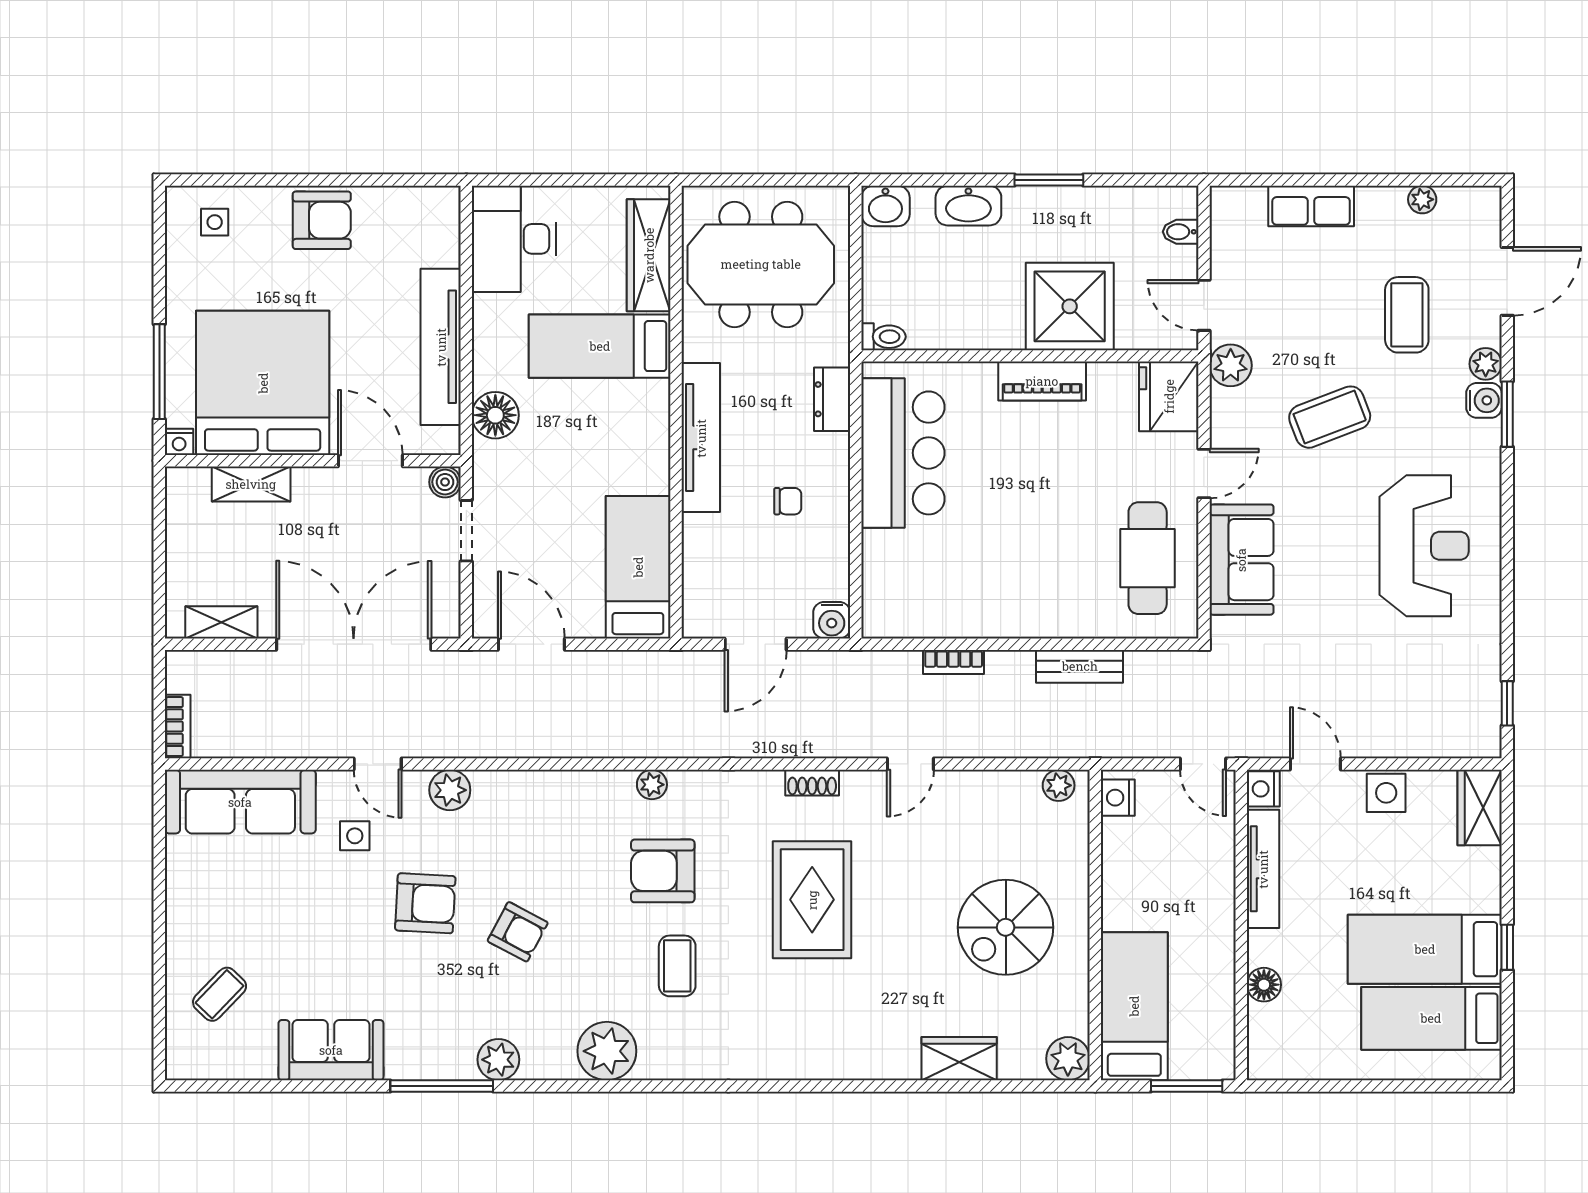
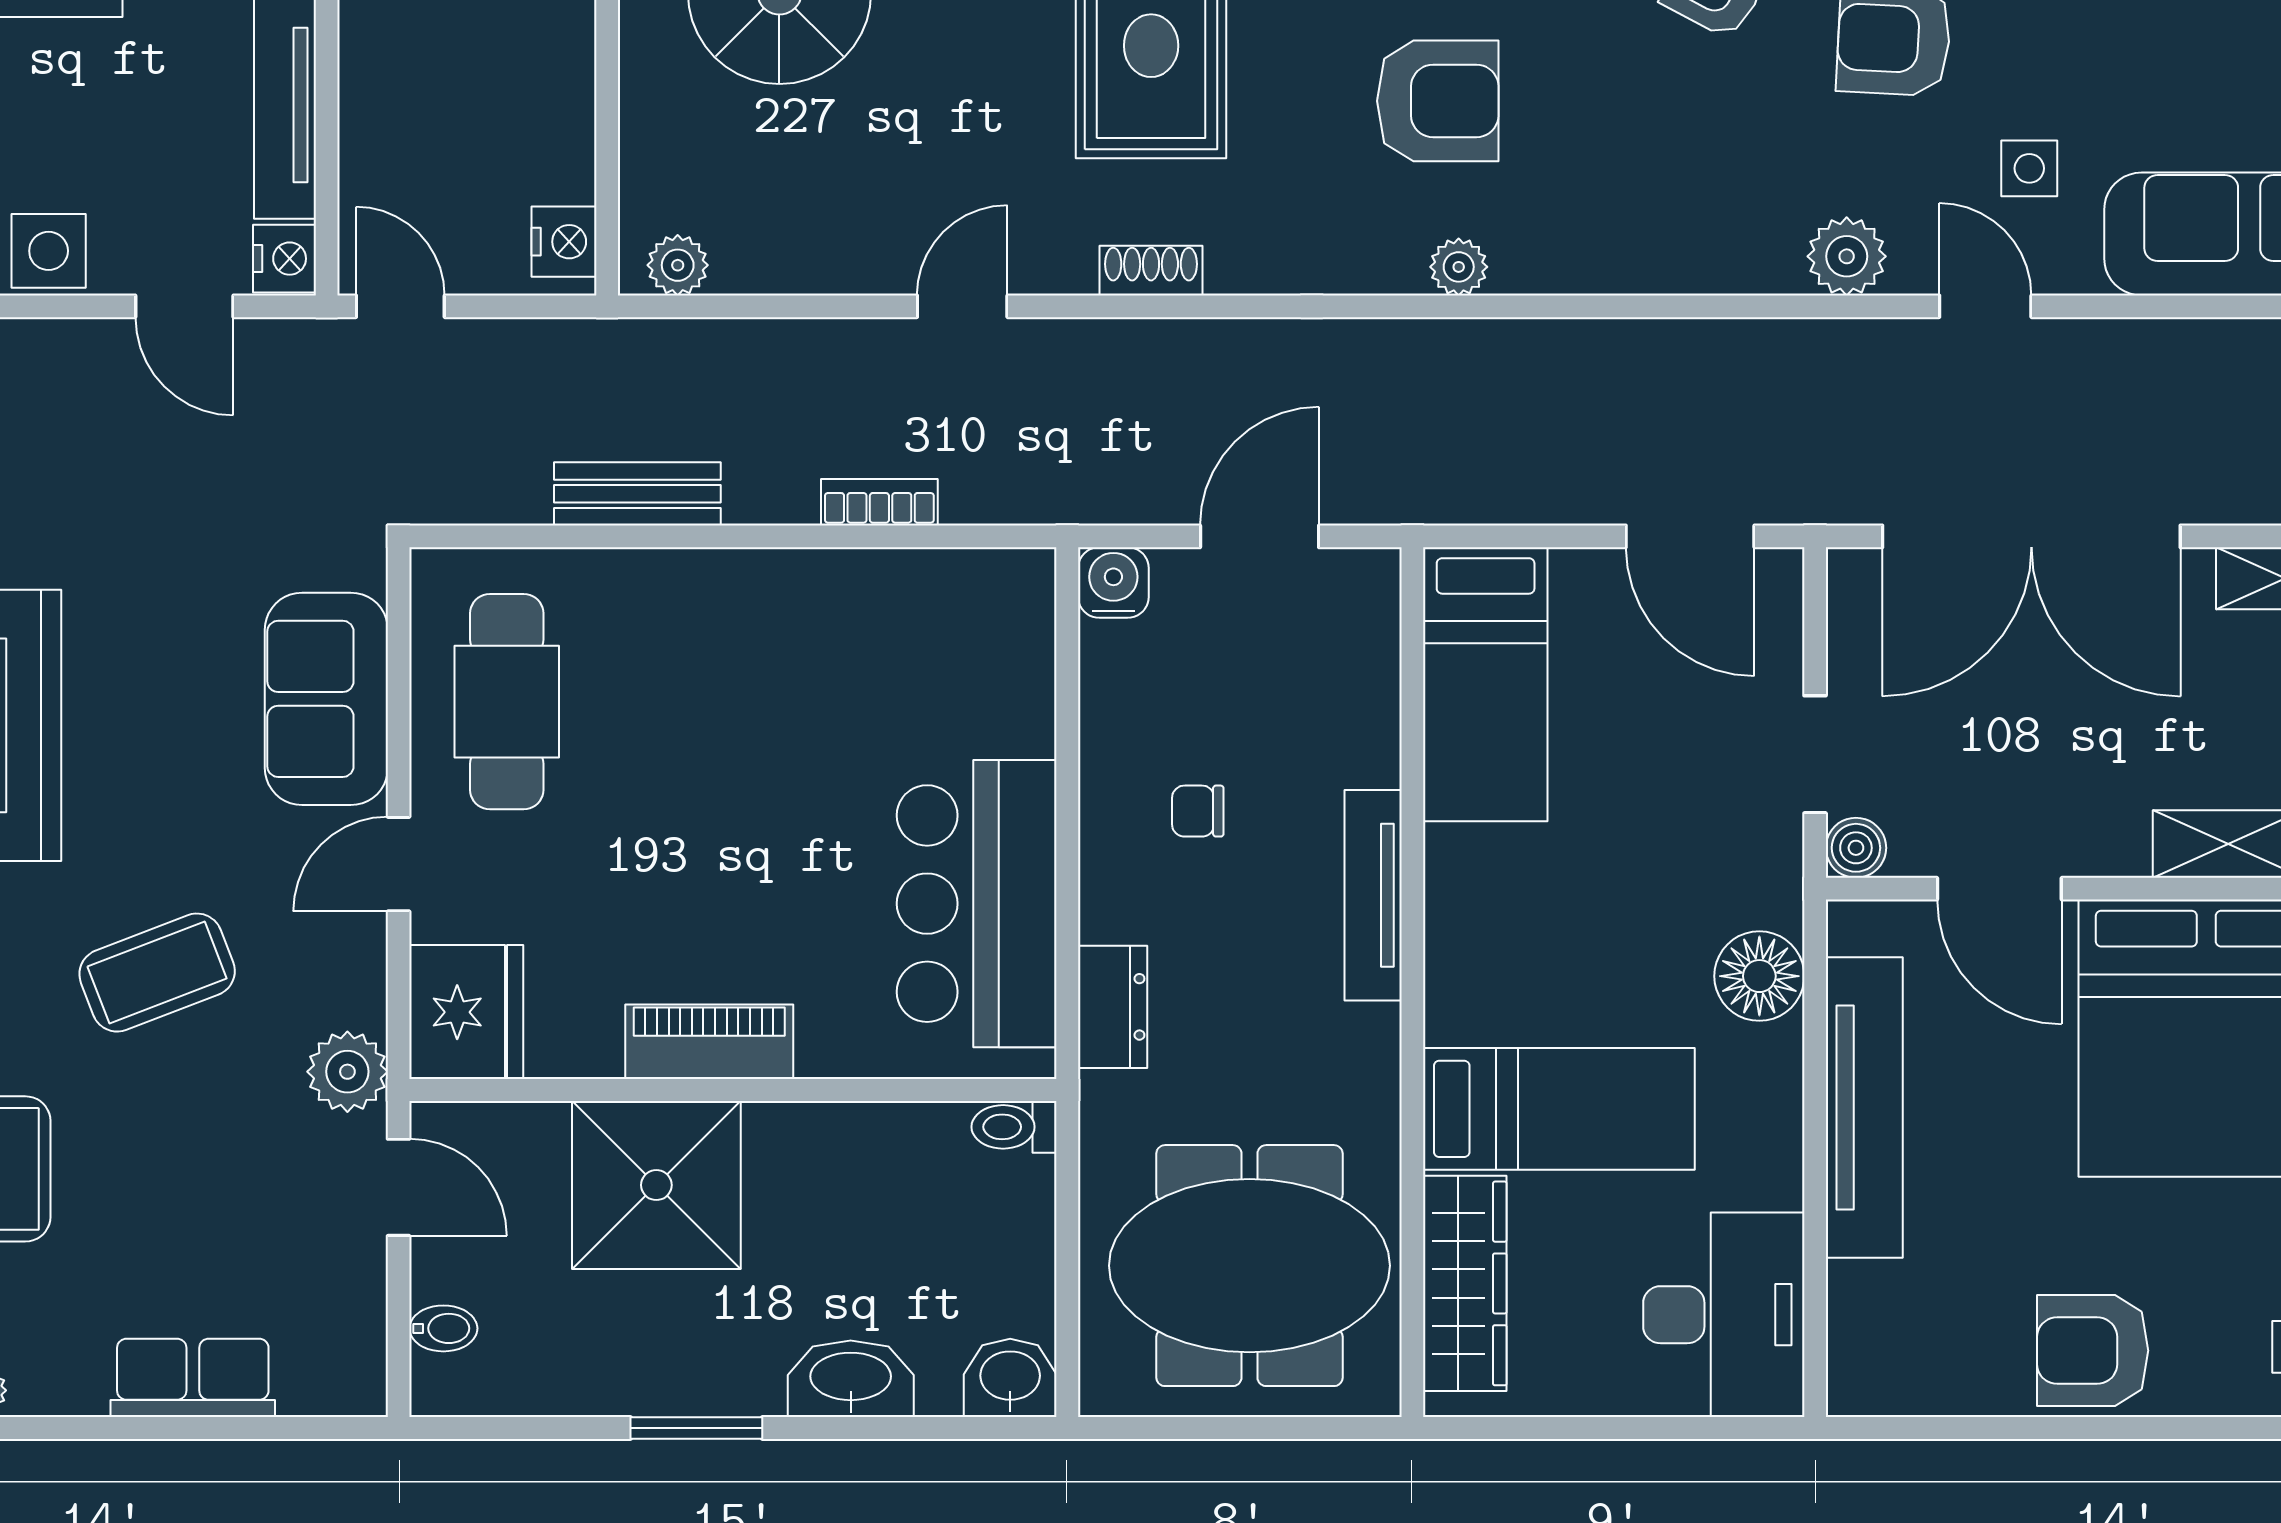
tv unit: (701, 438) -> (1373, 895), width x0.73, depth x0.78

